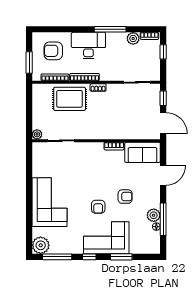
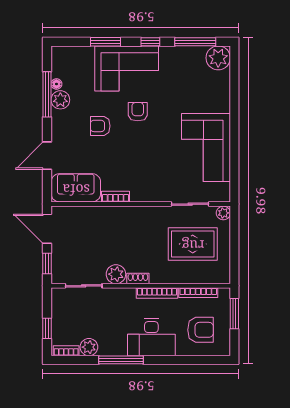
plant: (114, 91) -> (116, 274), added
rug: (70, 99) -> (193, 244), moved
corner sofa: (49, 202) -> (206, 147), moved

